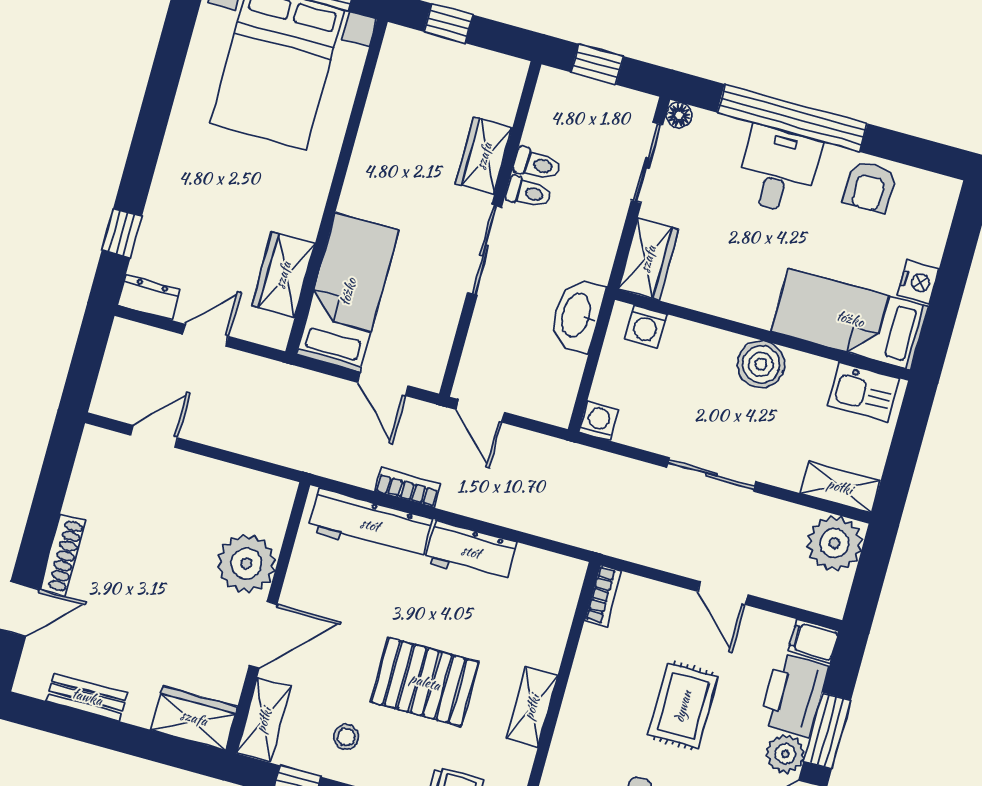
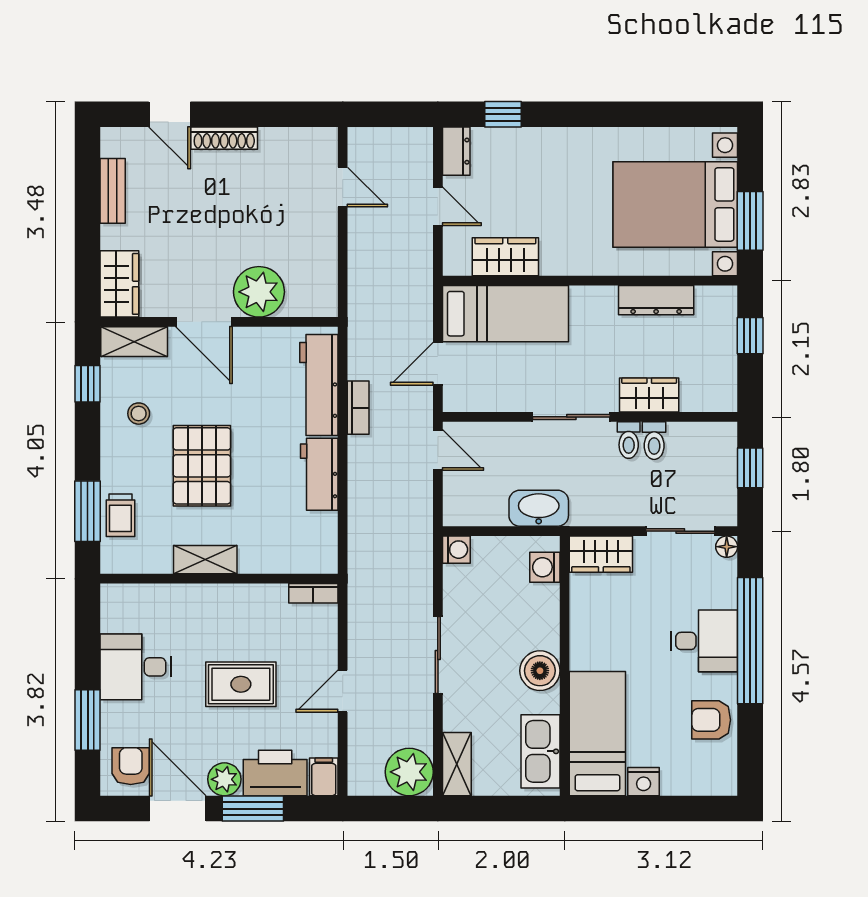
dresser: (379, 118) -> (656, 300), added
kitchen sink: (863, 392) -> (541, 751), width x1.38
door: (480, 411) -> (438, 450), swing flipped

